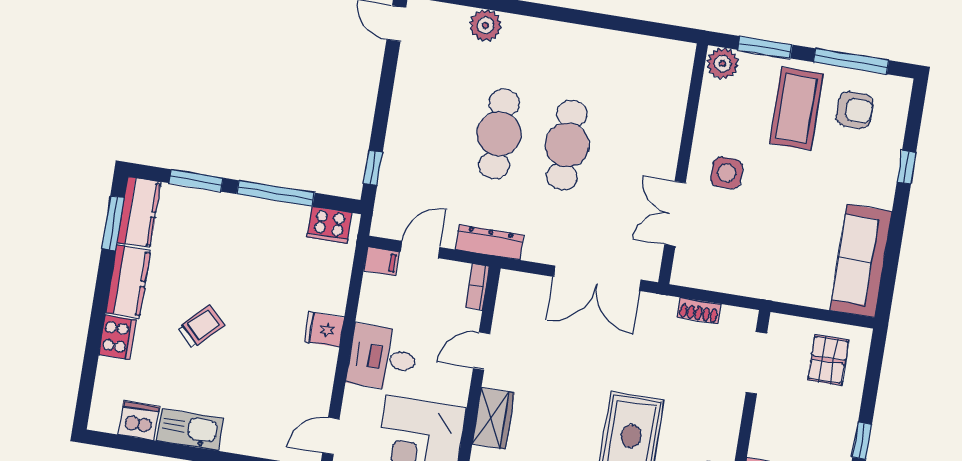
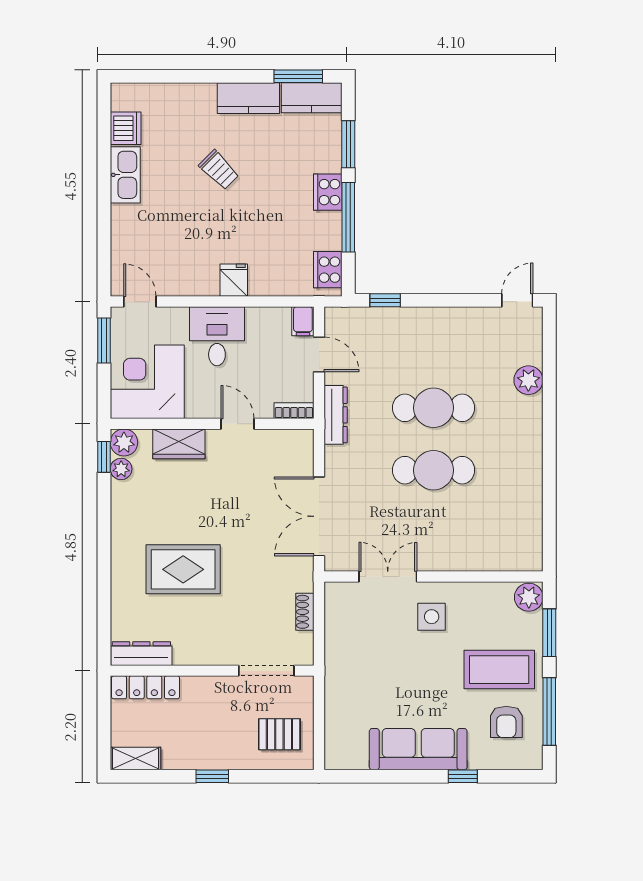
sofa: (861, 261) -> (418, 749), moved
cooker: (117, 337) -> (328, 192), moved, turned 90

